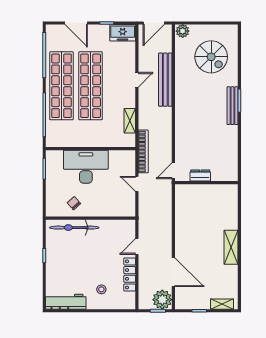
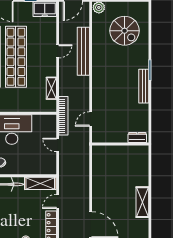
bench: (233, 106) -> (144, 86), moved
door: (173, 171) -> (91, 119), moved
dresser: (200, 176) -> (137, 138), moved
shelving: (117, 226) -> (40, 183), added

